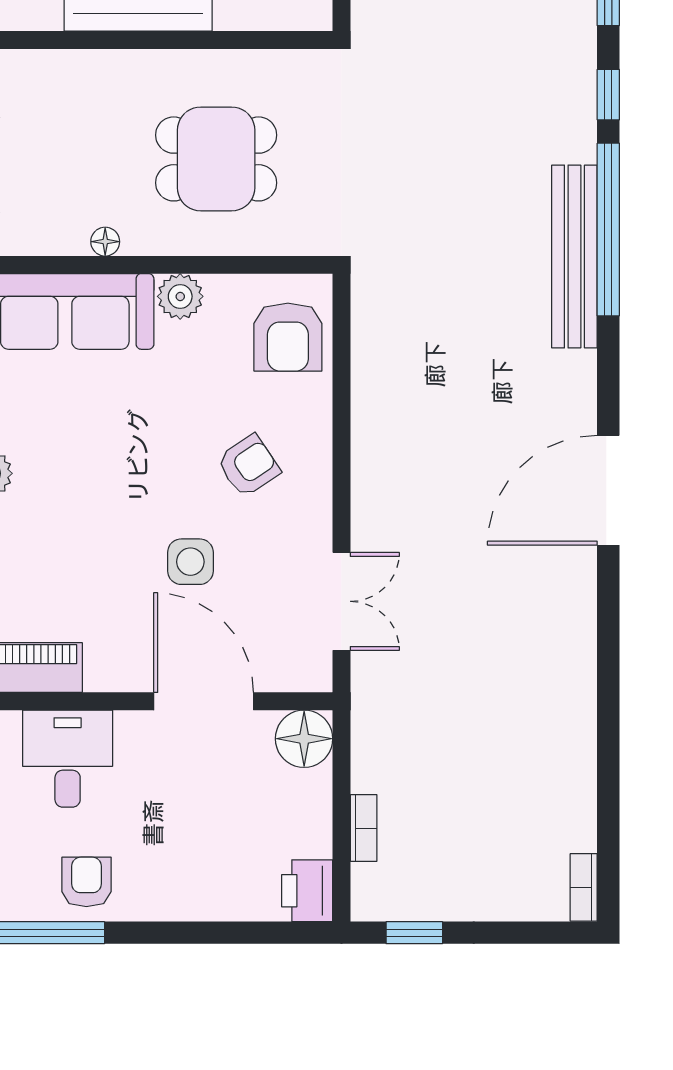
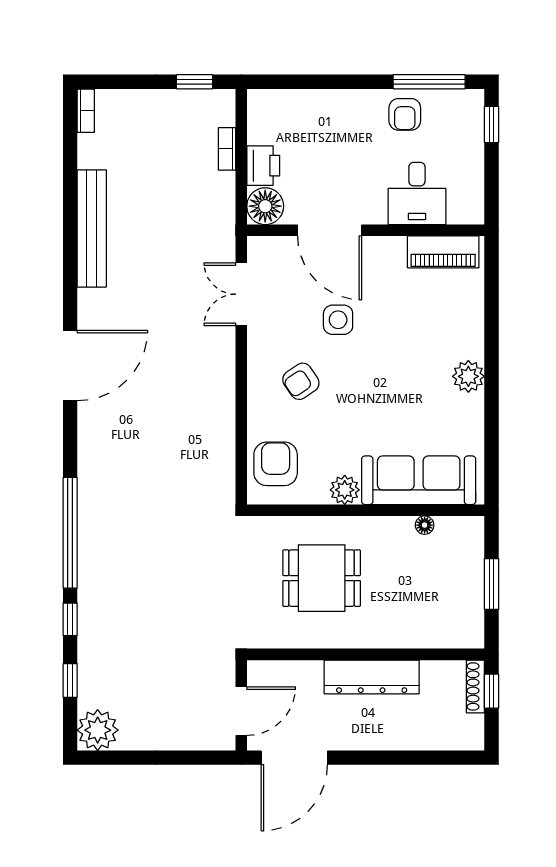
floor lamp: (105, 242) -> (425, 525), moved
bench: (574, 256) -> (92, 228), moved
printer: (307, 891) -> (263, 166), moved

